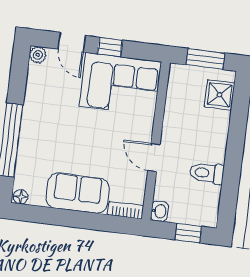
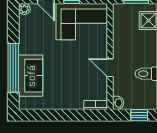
sofa: (78, 193) -> (31, 76), moved, turned 90
floor lamp: (21, 197) -> (25, 105), removed

